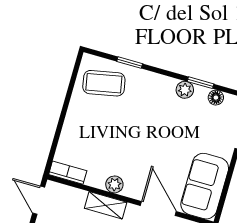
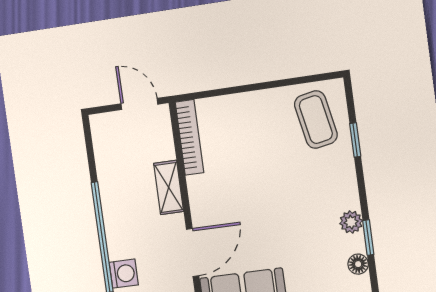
bookcase: (68, 173) -> (189, 137), width x1.56
plant: (114, 184) -> (198, 187), removed
door: (39, 200) -> (139, 104), hinge flipped

